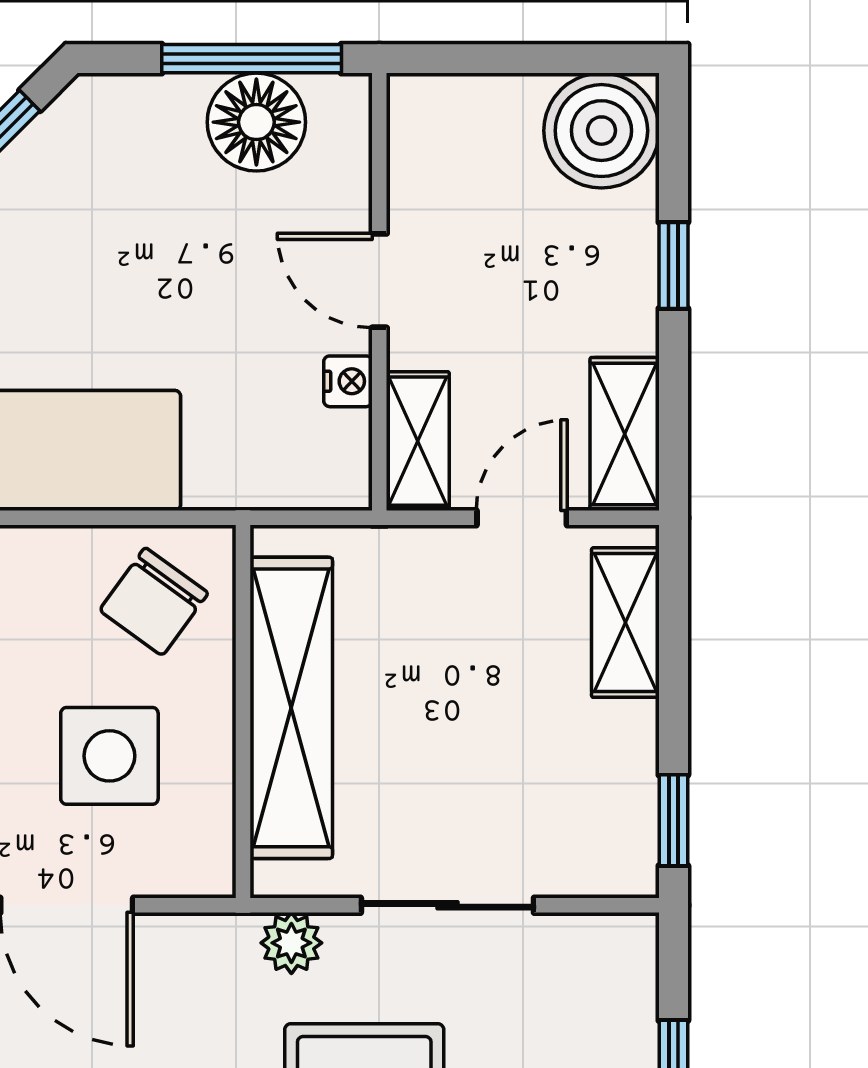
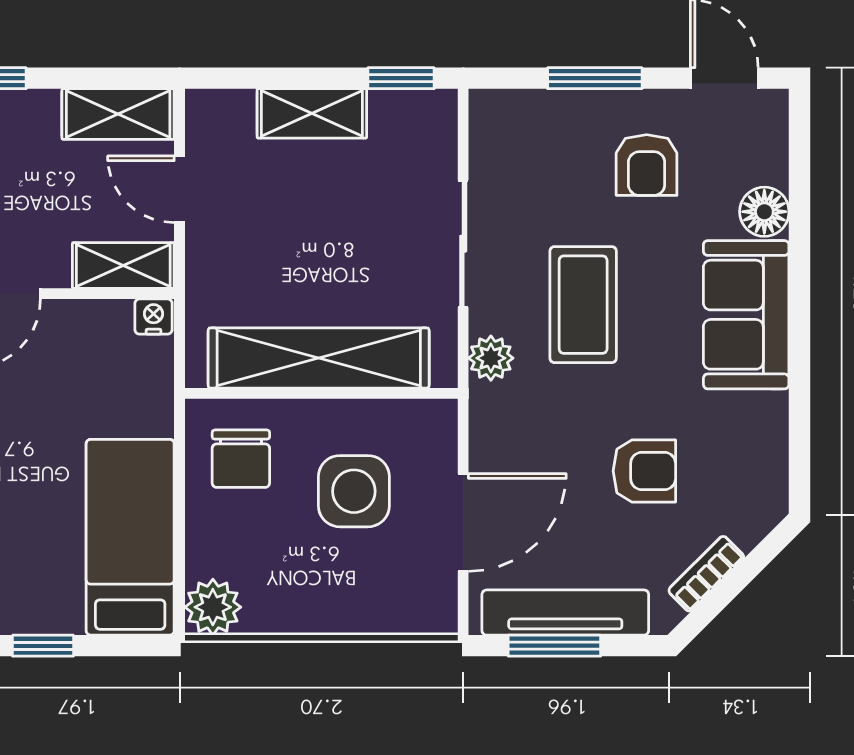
nightstand: (348, 381) -> (154, 317), moved
chair: (154, 602) -> (241, 459), turned 54
shelving: (625, 623) -> (312, 113), moved

